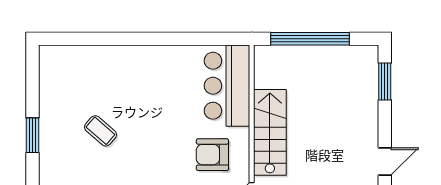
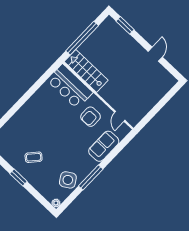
coffee table: (100, 131) -> (34, 157), moved
stairs: (270, 132) -> (86, 71), moved

